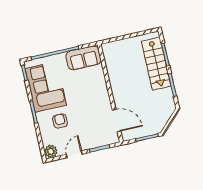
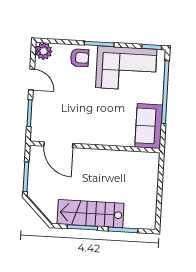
stairs: (156, 64) -> (91, 214), moved
armchair: (60, 121) -> (80, 58), moved
door: (117, 121) -> (58, 145), hinge flipped

